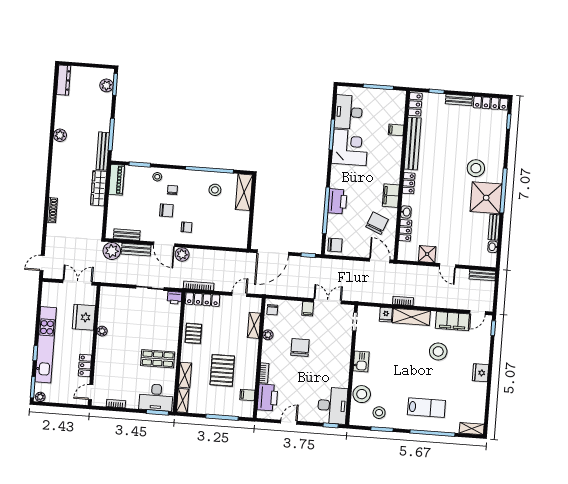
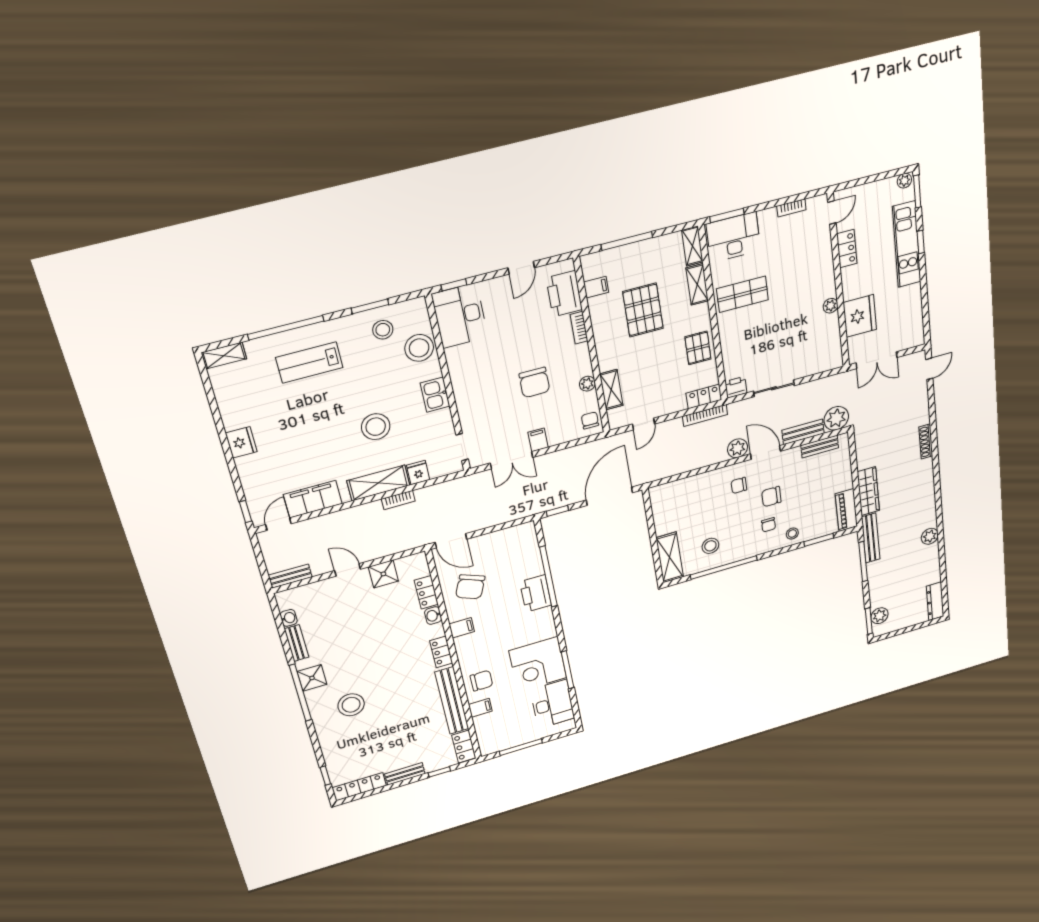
filing cabinet: (391, 196) -> (462, 628), width x0.50
shower: (486, 198) -> (312, 678), width x0.54, depth x0.54
chair: (335, 245) -> (481, 681), moved, turned 180
locker: (203, 300) -> (704, 396), width x0.66
kitchen unit: (46, 345) -> (907, 244), width x0.73
stool: (438, 351) -> (376, 427), moved

